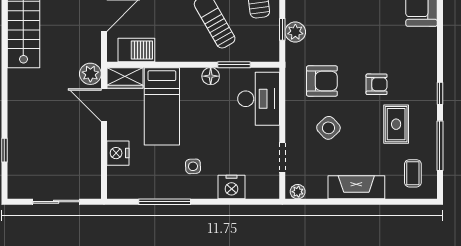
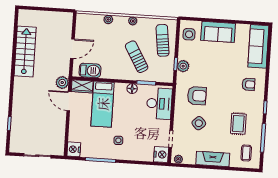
armchair: (377, 84) -> (248, 84), moved
nightstand: (118, 153) -> (74, 149), moved
nightstand: (232, 187) -> (161, 154), moved, turned -90

